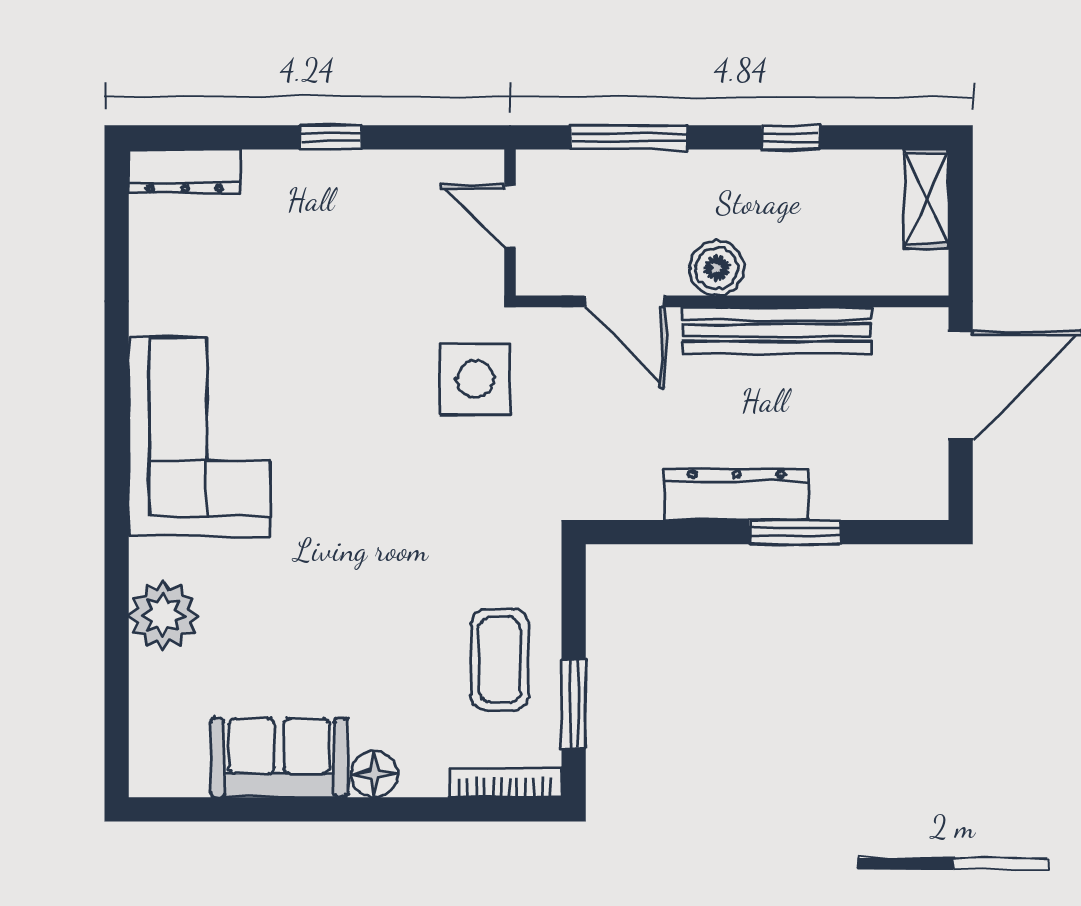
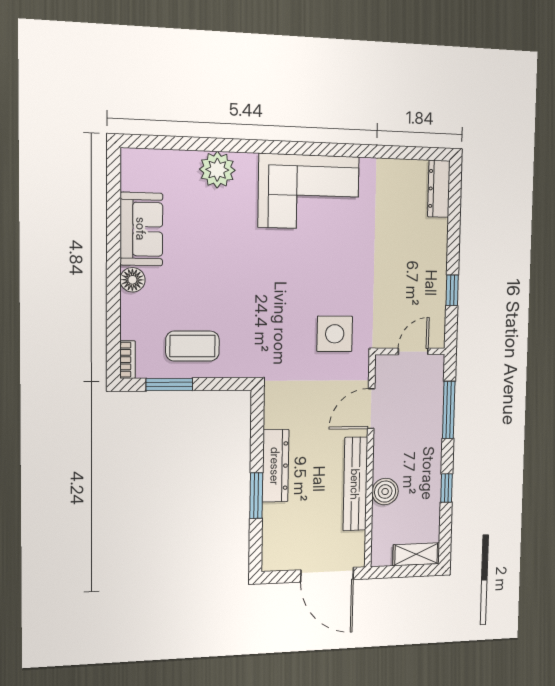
window: (330, 137) -> (452, 290), moved
boiler: (717, 268) -> (385, 492), moved
bookcase: (505, 783) -> (127, 360), width x0.64

